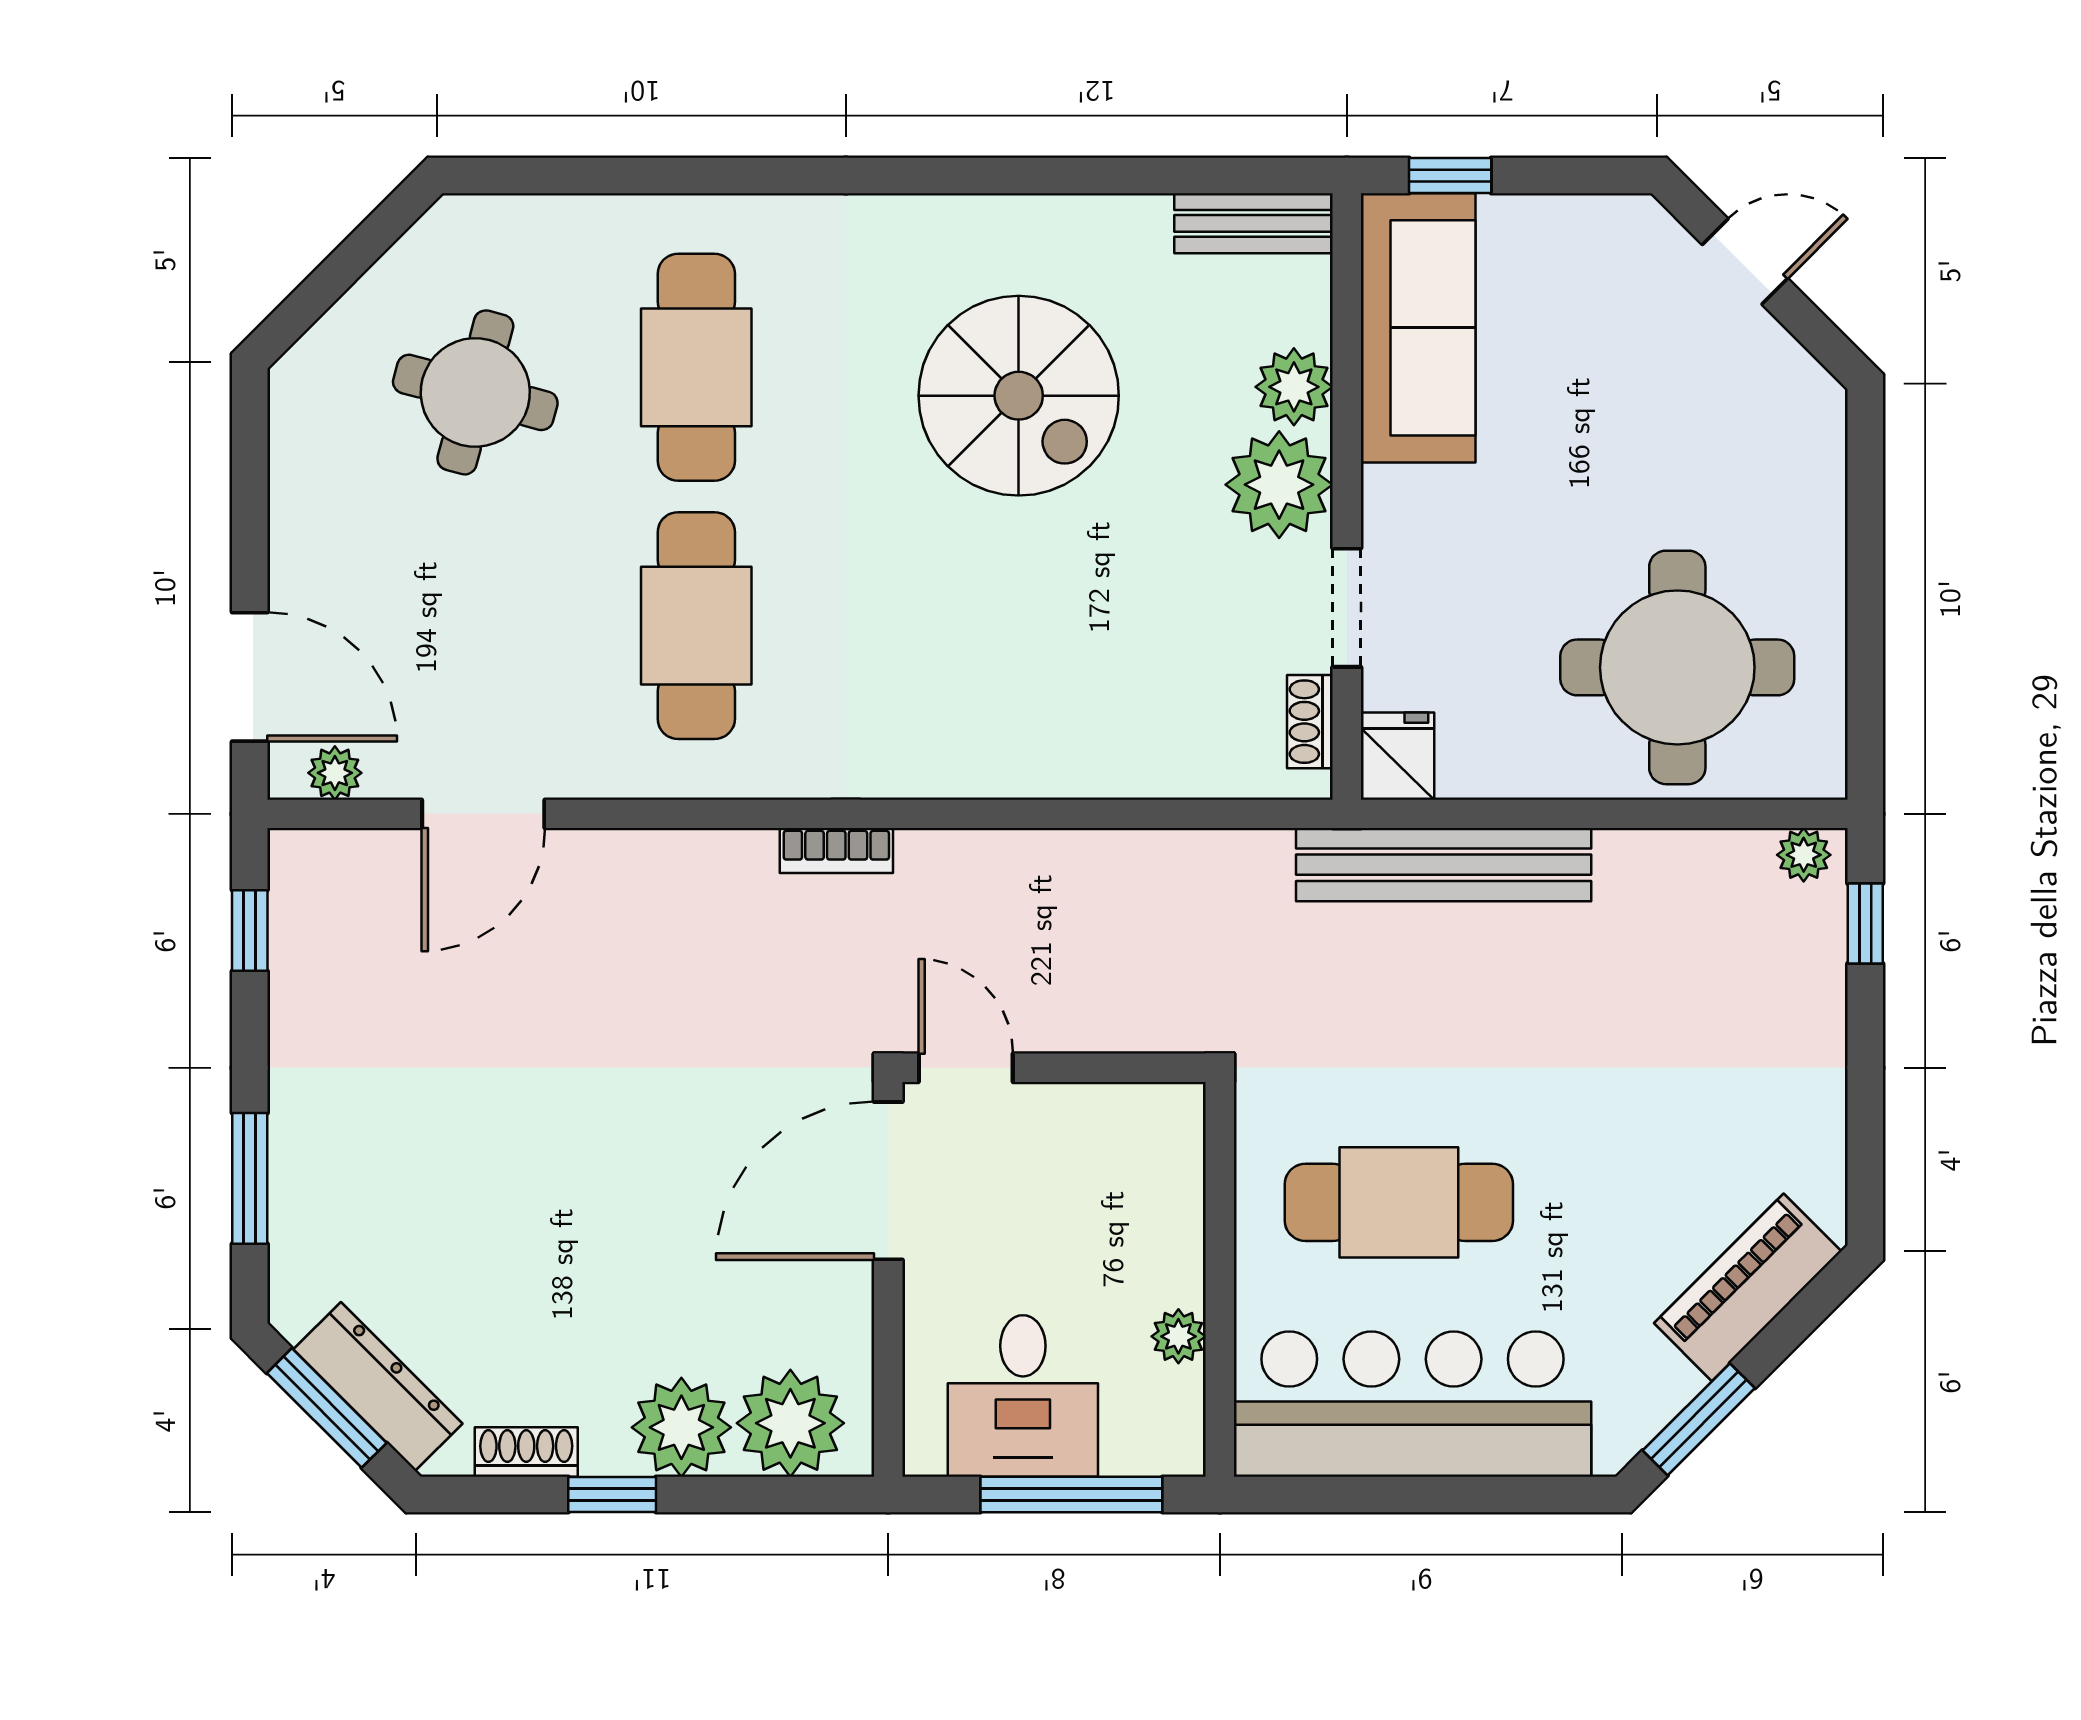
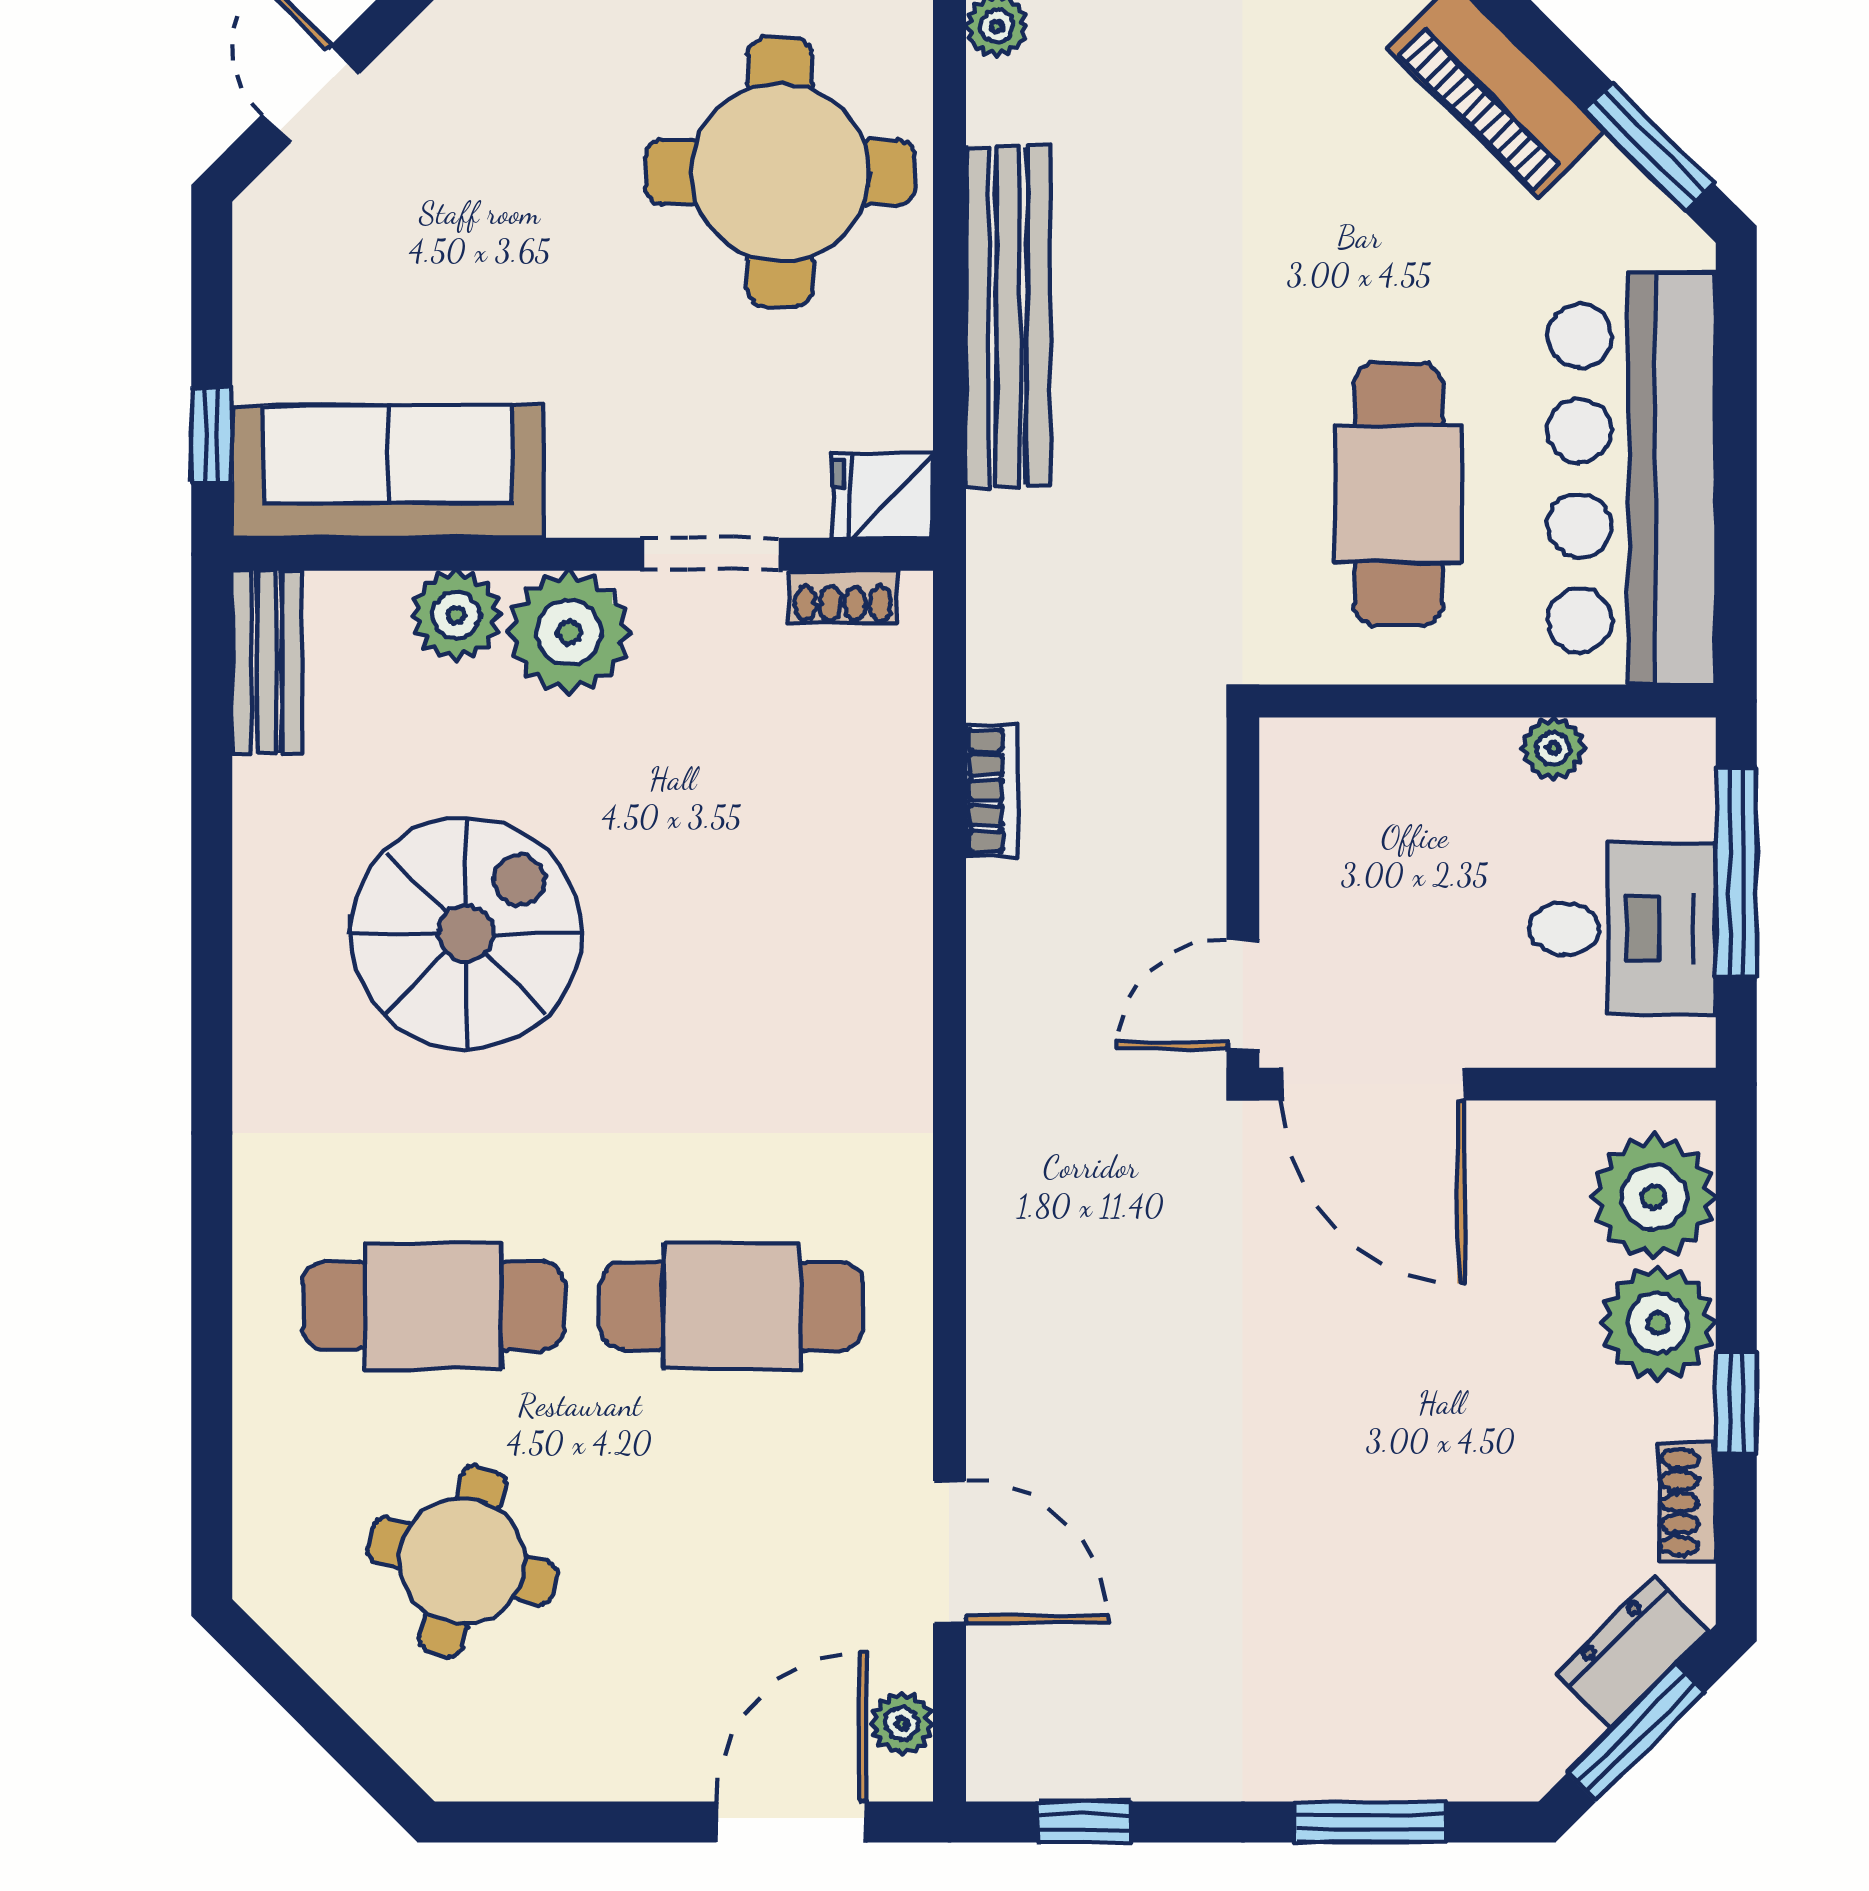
bookcase: (836, 851) -> (992, 790), moved
bench: (1444, 865) -> (1008, 316), moved
dresser: (378, 1386) -> (1633, 1652), width x0.70

